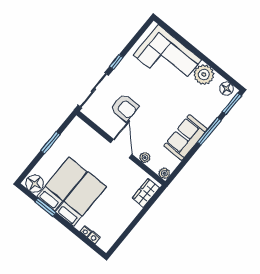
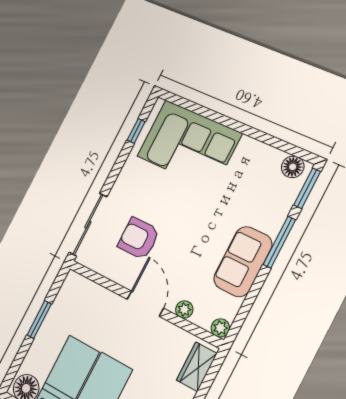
window: (116, 62) -> (136, 131), moved
plant: (204, 75) -> (251, 155), removed
armchair: (125, 107) -> (139, 238), turned 180

